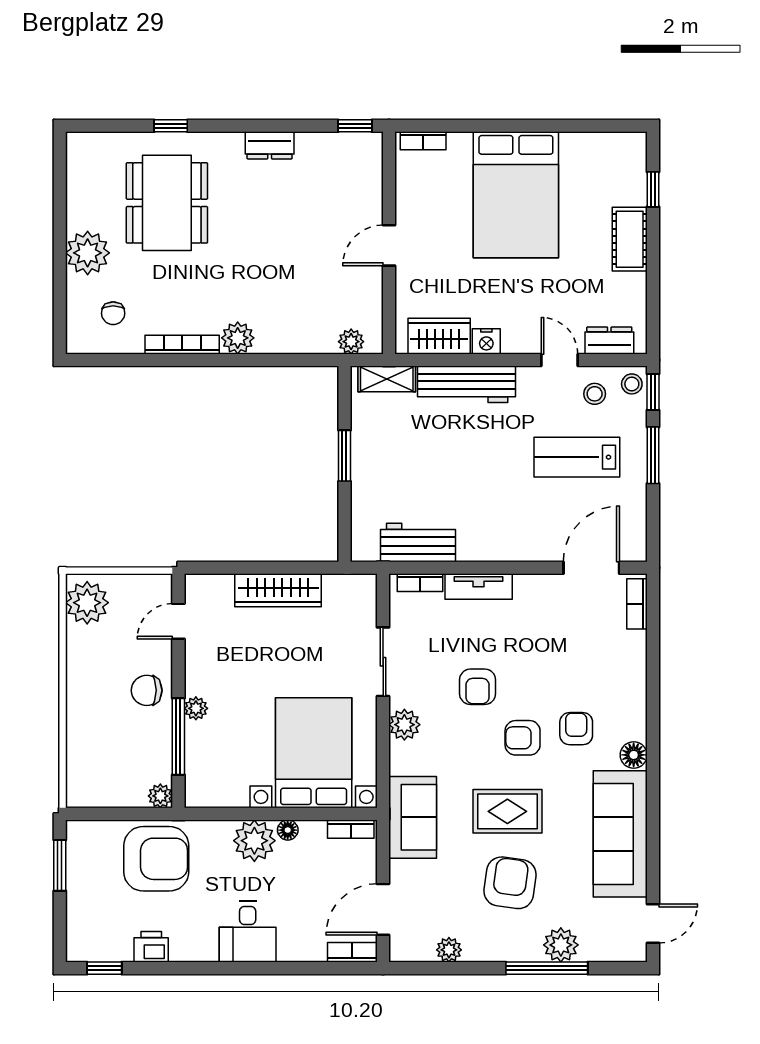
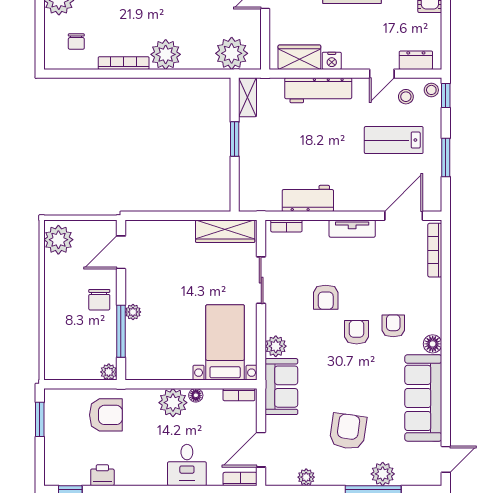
plant: (238, 338) -> (166, 54), width x1.36, depth x1.36
plant: (351, 342) -> (232, 53), width x1.88, depth x1.88
door: (559, 360) -> (382, 74), swing flipped
shelving: (387, 379) -> (248, 97), moved, turned 90
window: (653, 455) -> (446, 158), moved
workbench: (418, 542) -> (308, 198), moved
tv unit: (479, 586) -> (352, 229), moved
wardrobe: (278, 590) -> (225, 231), moved
bookcase: (637, 604) -> (435, 250), width x1.56
door: (178, 621) -> (121, 252), width x1.38
chair: (147, 690) -> (99, 300), turned -90
plant: (404, 725) -> (276, 346), moved
armchair: (523, 738) -> (357, 332), turned 90
bed with nightstands: (314, 753) -> (225, 342), width x0.73
rug: (507, 811) -> (346, 382), removed
armchair: (156, 859) -> (106, 415), width x0.73, depth x0.73
desk: (248, 932) -> (187, 465), moved

